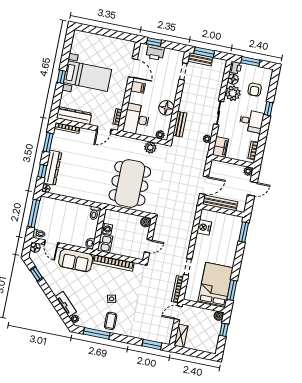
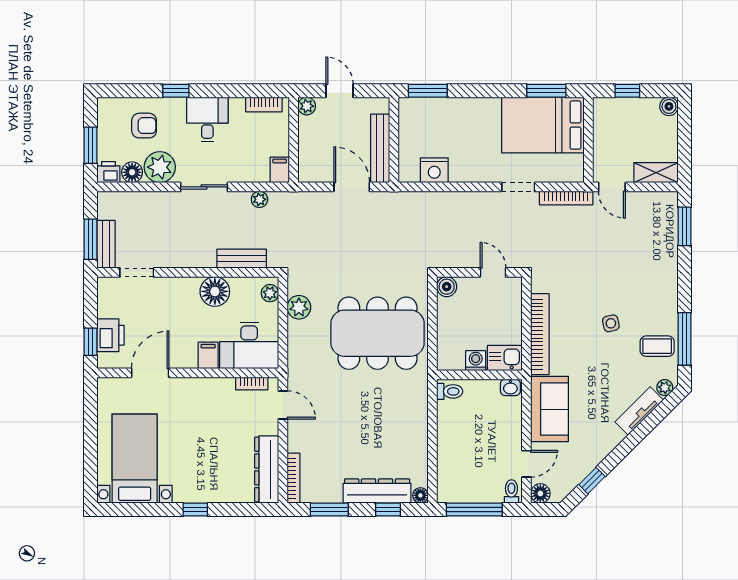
bed with nightstands: (88, 76) -> (135, 459), moved
filing cabinet: (138, 87) -> (208, 355), moved
filing cabinet: (220, 147) -> (280, 170), width x0.50
boiler: (219, 316) -> (669, 106), moved
coffee table: (111, 321) -> (657, 346), moved

